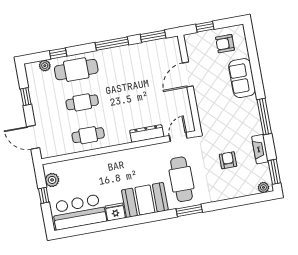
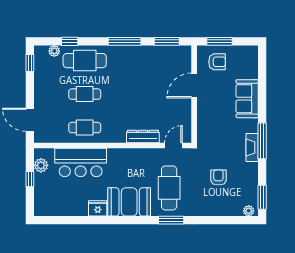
window: (205, 27) -> (220, 41), width x1.50
armchair: (225, 44) -> (217, 62), moved, turned 180
window: (26, 97) -> (30, 63), moved
fireplace: (260, 149) -> (252, 148), moved
bar counter: (79, 212) -> (81, 162), moved, turned 180

